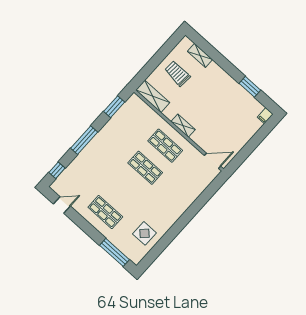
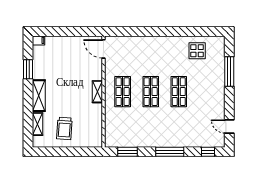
shelving: (153, 96) -> (39, 96), moved
shop shelf: (105, 212) -> (179, 92), moved
window: (115, 252) -> (229, 72), moved

